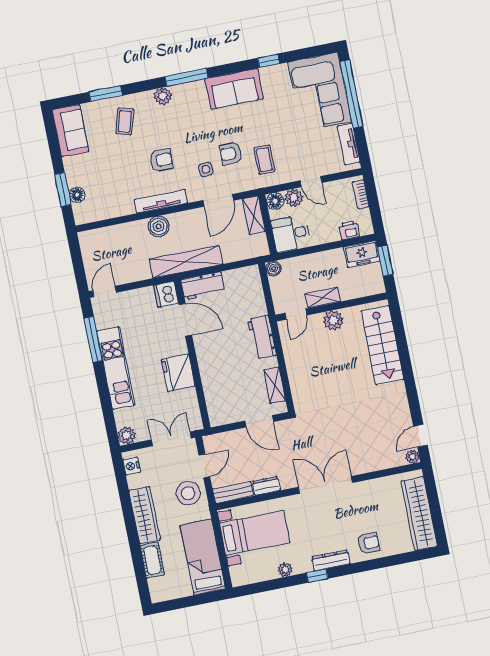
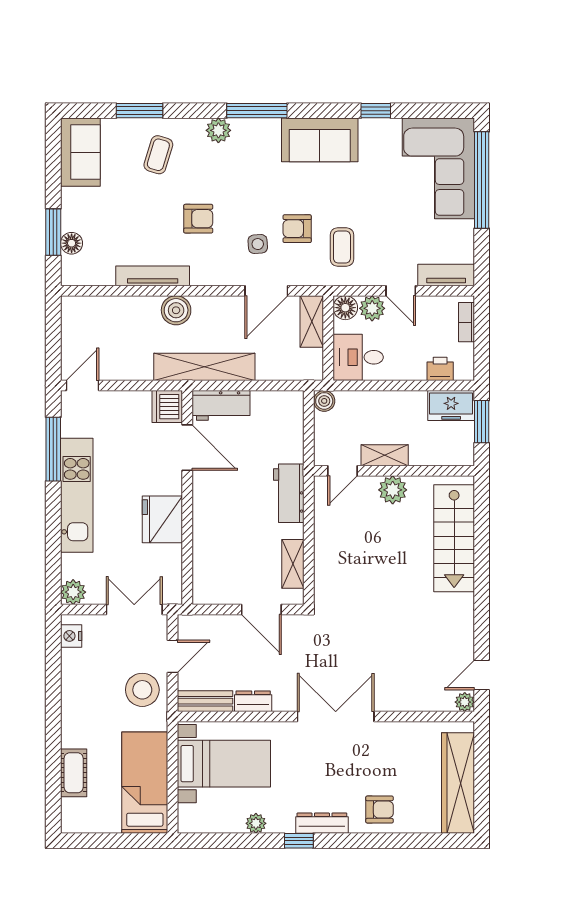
tv unit: (349, 144) -> (446, 275), moved, turned 90
tv unit: (161, 201) -> (153, 276), moved
wardrobe: (145, 515) -> (76, 708), removed

